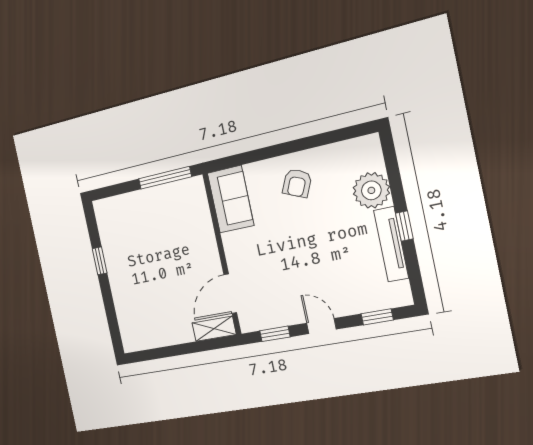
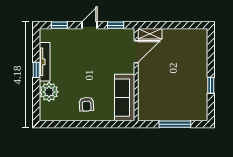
window: (165, 178) -> (175, 124), moved
armchair: (297, 183) -> (86, 104), turned 153
sofa: (231, 199) -> (125, 98), width x1.36
door: (321, 326) -> (89, 25), swing flipped

